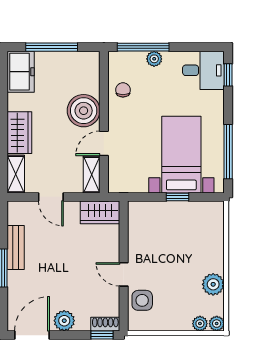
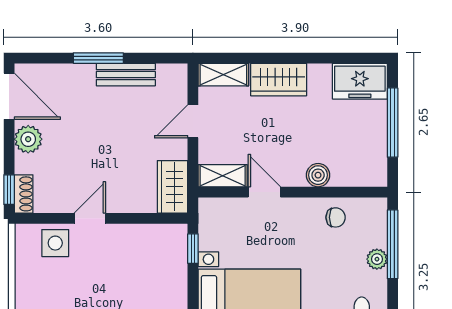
boiler: (84, 111) -> (318, 175), width x0.54, depth x0.54
window: (177, 197) -> (193, 249), moved

